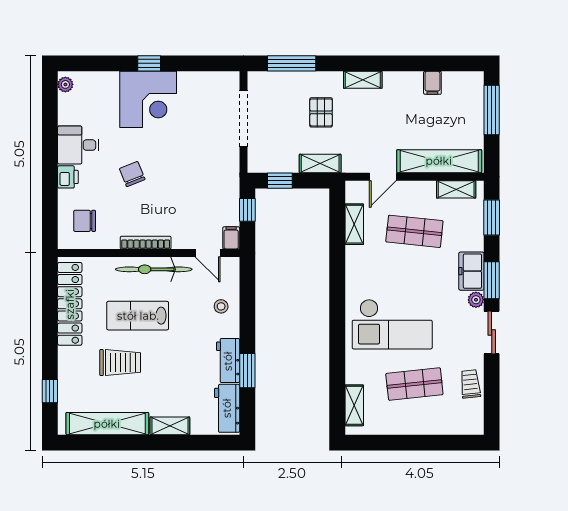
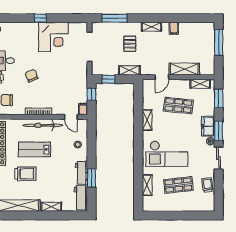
filing cabinet: (432, 83) -> (174, 28), moved
corner desk: (148, 99) -> (53, 37), moved
shelving: (439, 161) -> (184, 69), width x0.68
shelving: (354, 224) -> (147, 120), moved
shelving: (354, 405) -> (147, 185), moved

